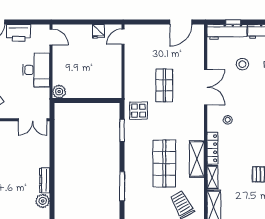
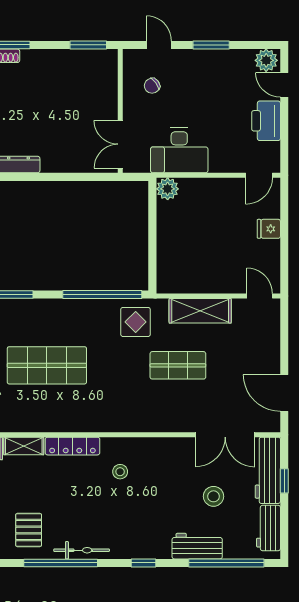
fridge: (98, 31) -> (269, 229), moved
desk: (36, 70) -> (179, 150), moved
double door: (206, 87) -> (225, 435), moved
window: (122, 130) -> (102, 294), width x2.11
shelving: (197, 159) -> (200, 311), moved

